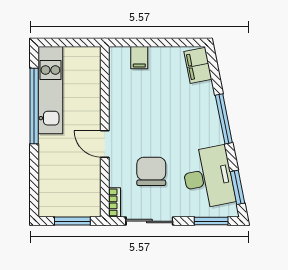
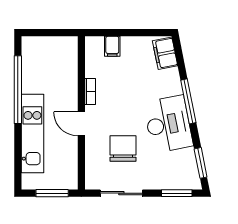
kitchen unit: (50, 90) -> (32, 133), moved
desk: (208, 177) -> (168, 124), moved
bookcase: (115, 202) -> (90, 92), moved

